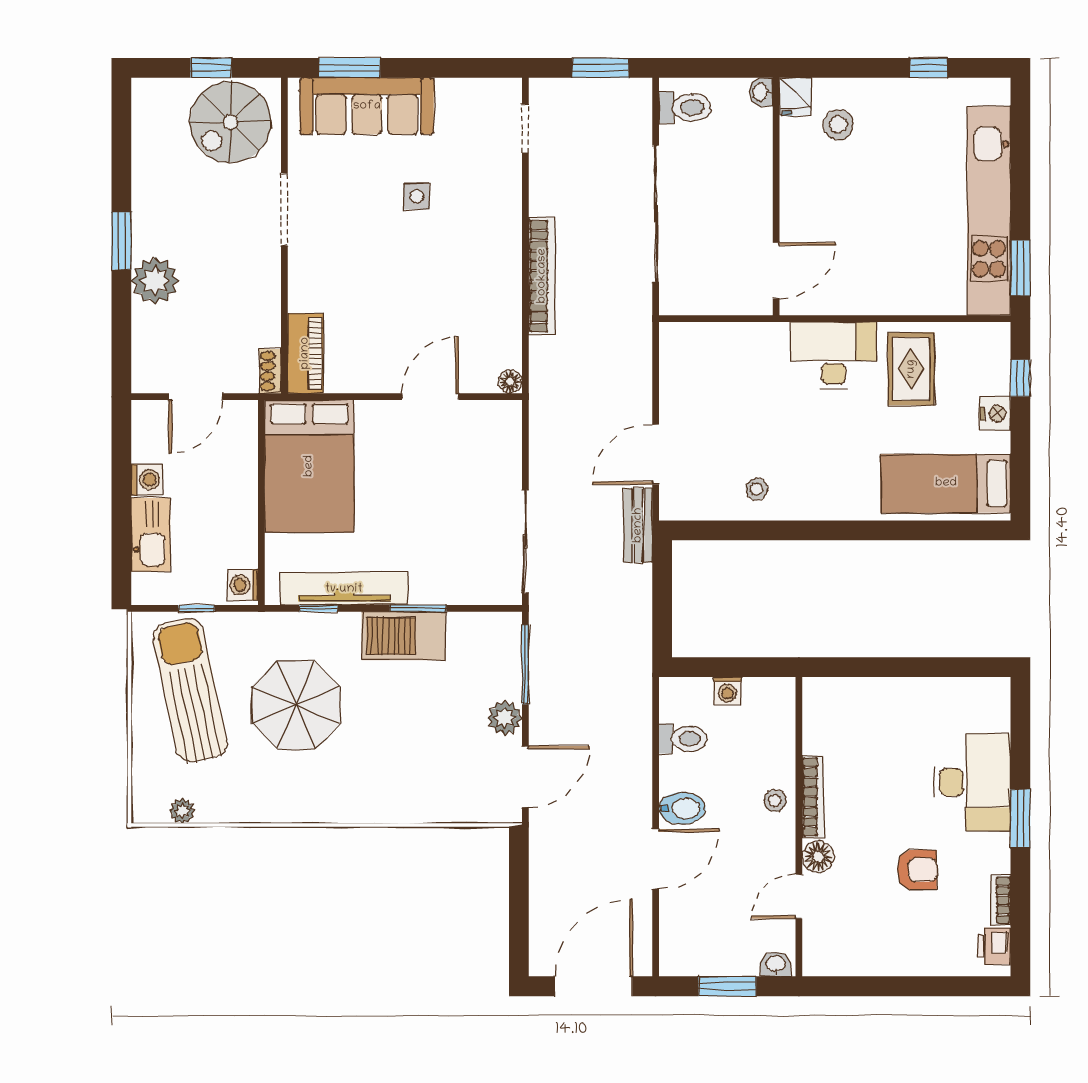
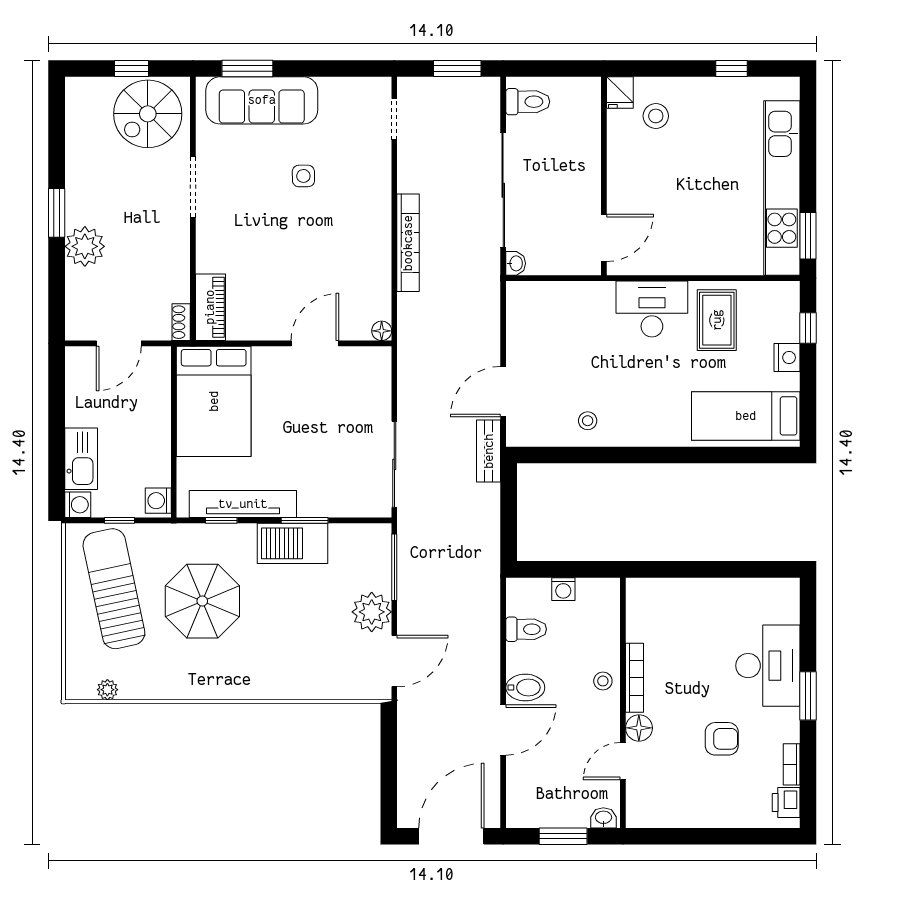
washbasin: (761, 92) -> (516, 263), moved, turned 180
washing machine: (147, 480) -> (78, 505), moved
plant: (505, 718) -> (372, 612), width x1.36, depth x1.36

